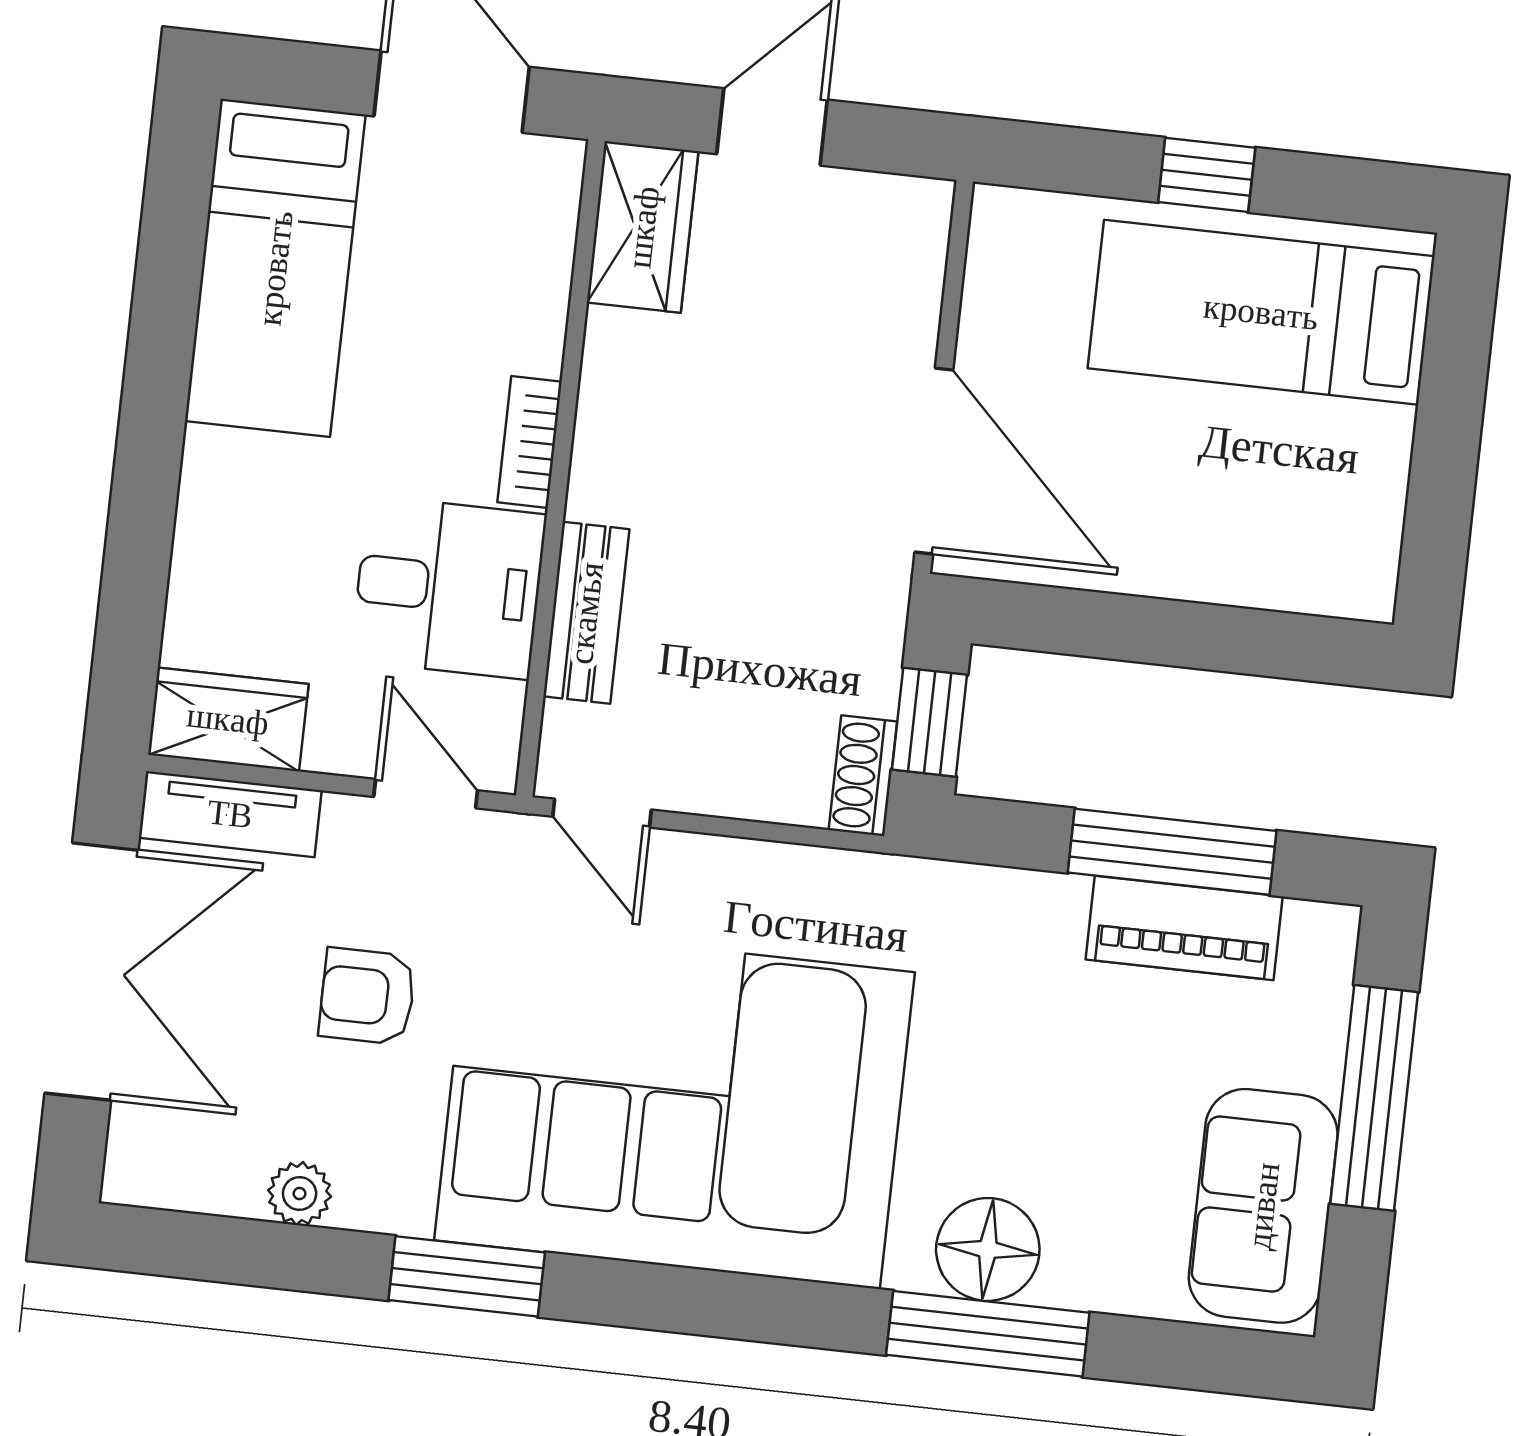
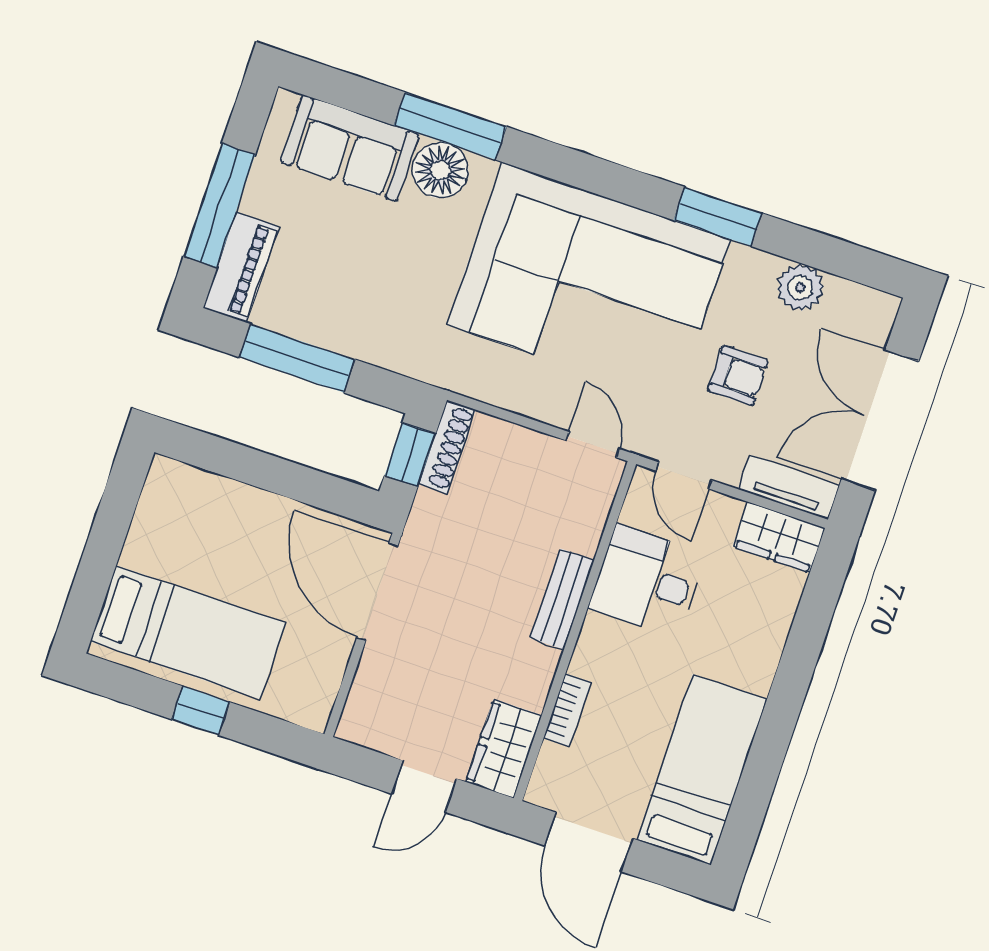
bookcase: (530, 442) -> (567, 710), moved
bench: (586, 613) -> (562, 599), moved
shoe rack: (863, 776) -> (447, 447), width x1.43
piano: (1184, 928) -> (241, 267), moved, turned 90
plant: (300, 1194) -> (800, 288), width x1.38, depth x1.38
sofa: (1263, 1206) -> (350, 148), moved, turned 90

